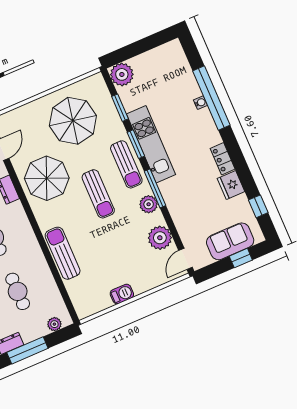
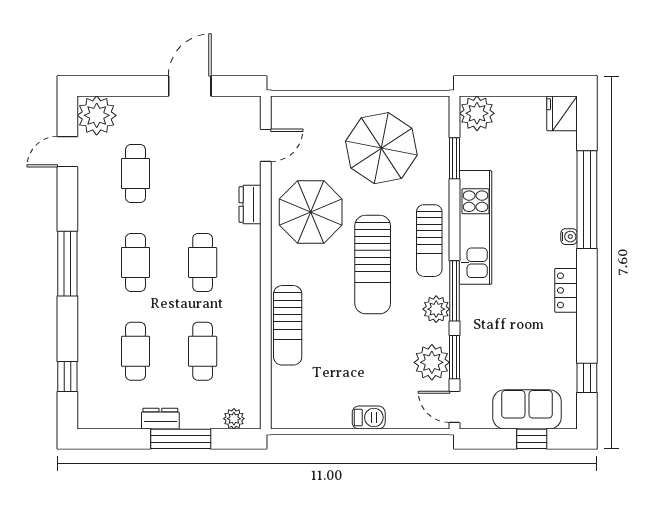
water cooler: (200, 103) -> (569, 237), moved
window: (136, 144) -> (455, 357), moved
fridge: (231, 185) -> (562, 113), moved
sun lounger: (98, 194) -> (373, 265), width x1.36, depth x1.34
sun lounger: (63, 253) -> (288, 325), turned 180
door: (185, 259) -> (455, 407), hinge flipped
barbecue: (122, 294) -> (369, 417), moved

